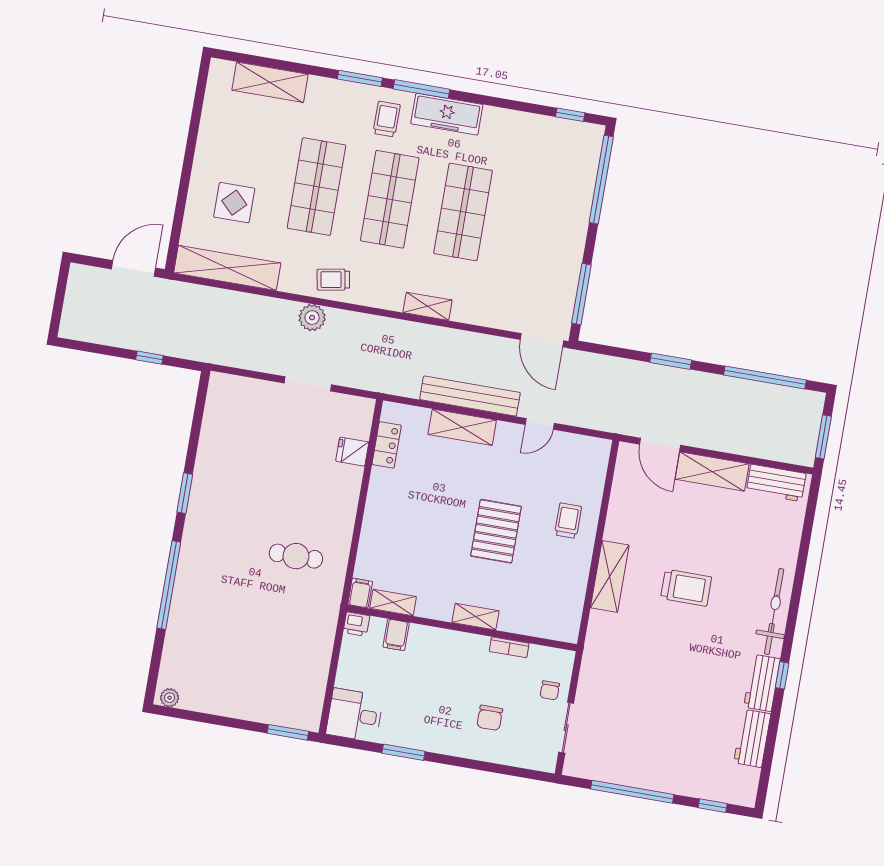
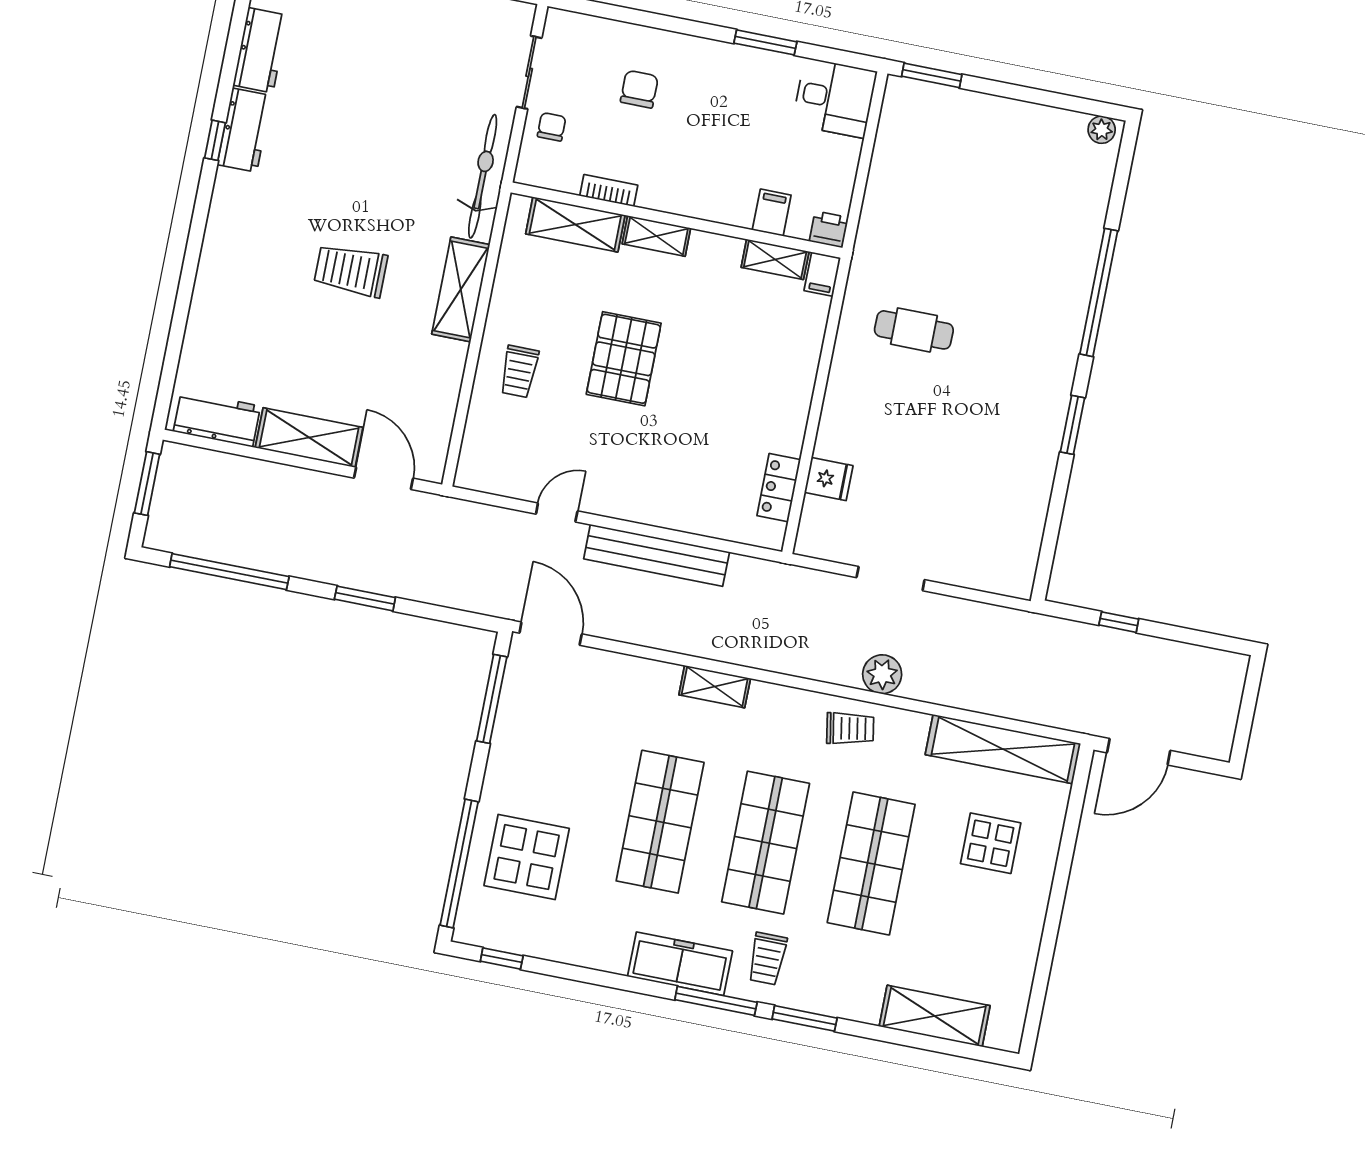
display table: (555, 185) -> (527, 857), added
shelving: (462, 427) -> (575, 224), moved
bicycle: (774, 611) -> (483, 176), moved, turned 180

